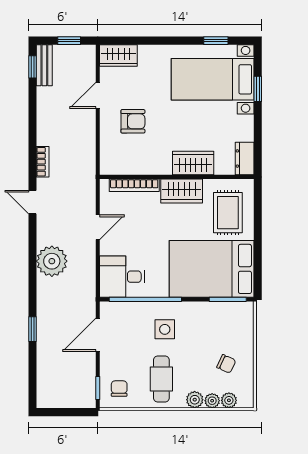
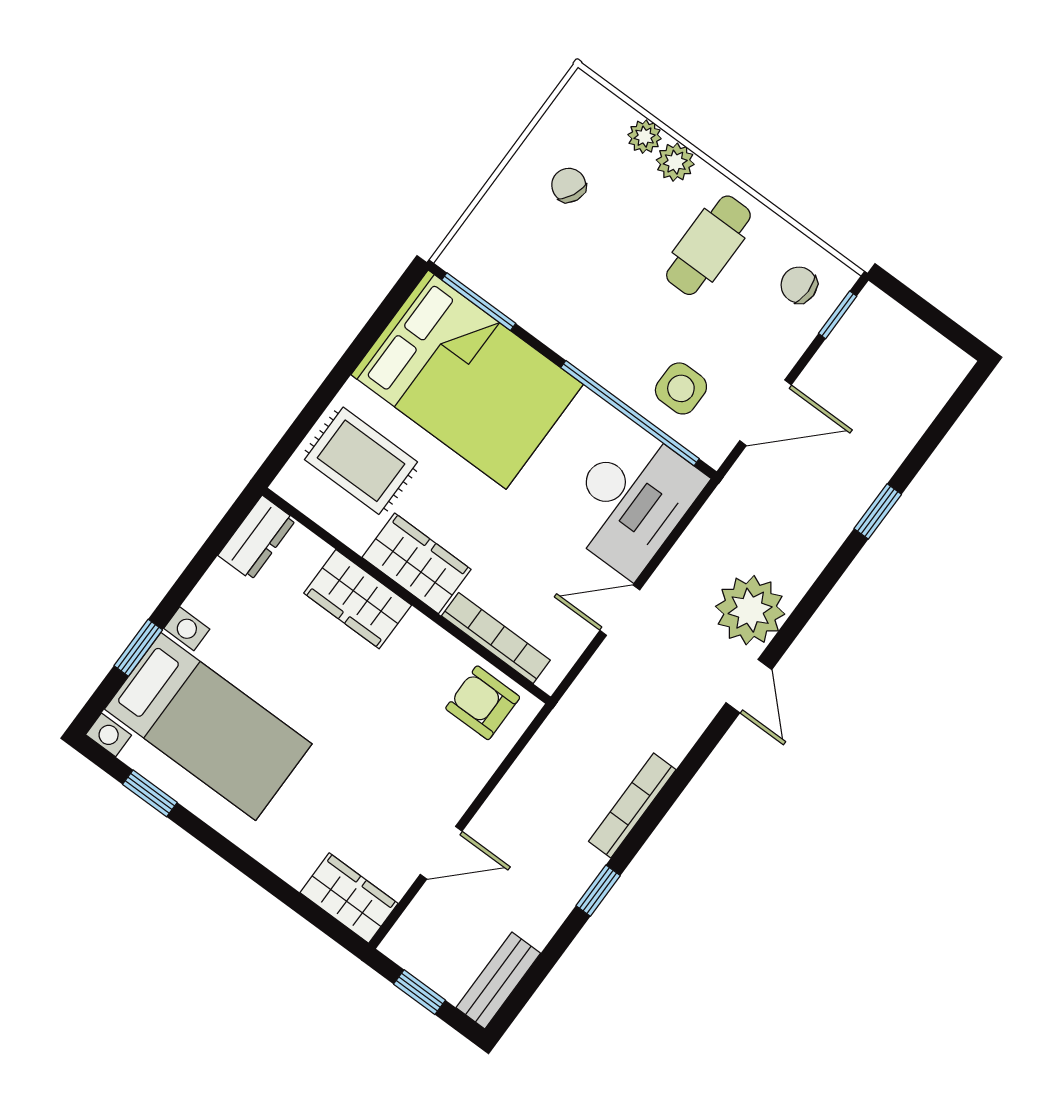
window: (33, 67) -> (598, 891), moved
armchair: (133, 121) -> (483, 703), moved
bookcase: (43, 162) -> (632, 805), width x1.56
door: (33, 202) -> (749, 686), moved
rug: (228, 213) -> (361, 461), turned 90
desk: (122, 277) -> (631, 501), width x1.37
side table: (165, 329) -> (681, 388), moved
chair: (119, 389) -> (799, 285), turned 90
plant: (229, 400) -> (613, 115), removed

